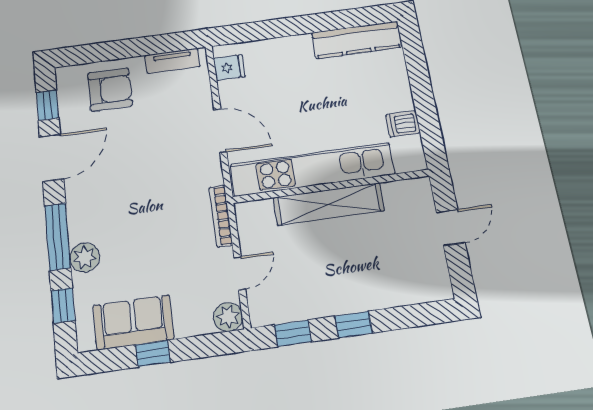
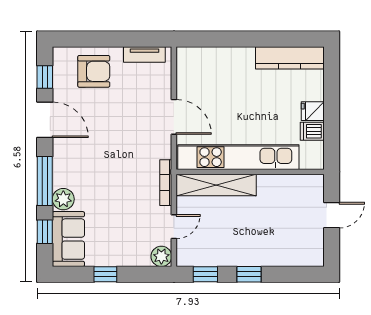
fridge: (229, 68) -> (313, 111), moved, turned 180
door: (52, 158) -> (45, 120), hinge flipped
shelving: (329, 204) -> (216, 185), moved
sofa: (133, 322) -> (68, 239), moved, turned 90

